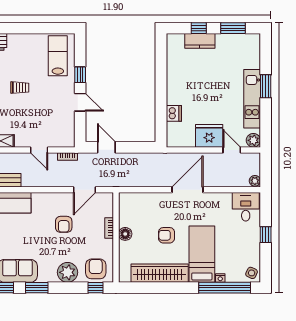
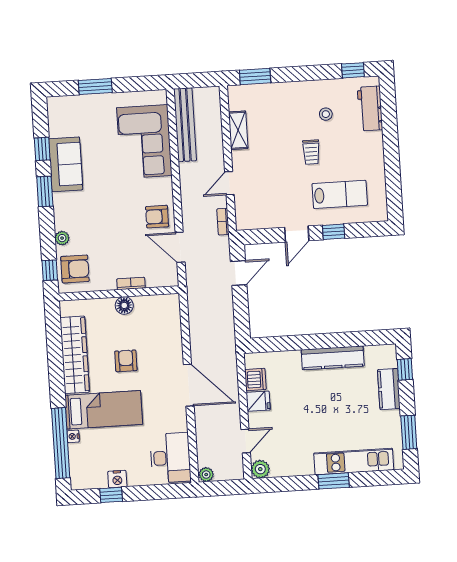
window: (199, 28) -> (405, 369), moved
lab bench: (58, 56) -> (340, 194), moved
kitchen counter: (174, 81) -> (333, 358), added
kitchen unit: (252, 99) -> (354, 461), moved
dishwasher: (174, 113) -> (255, 380), moved, turned -90
fridge: (209, 136) -> (258, 401), width x0.53, depth x0.75
desk: (246, 207) -> (170, 458), width x1.37
armchair: (64, 224) -> (157, 217), moved
window: (266, 235) -> (111, 495), moved
nightstand: (254, 247) -> (117, 479), added
plant: (67, 272) -> (62, 238), width x0.53, depth x0.53
side table: (252, 273) -> (83, 478), removed

